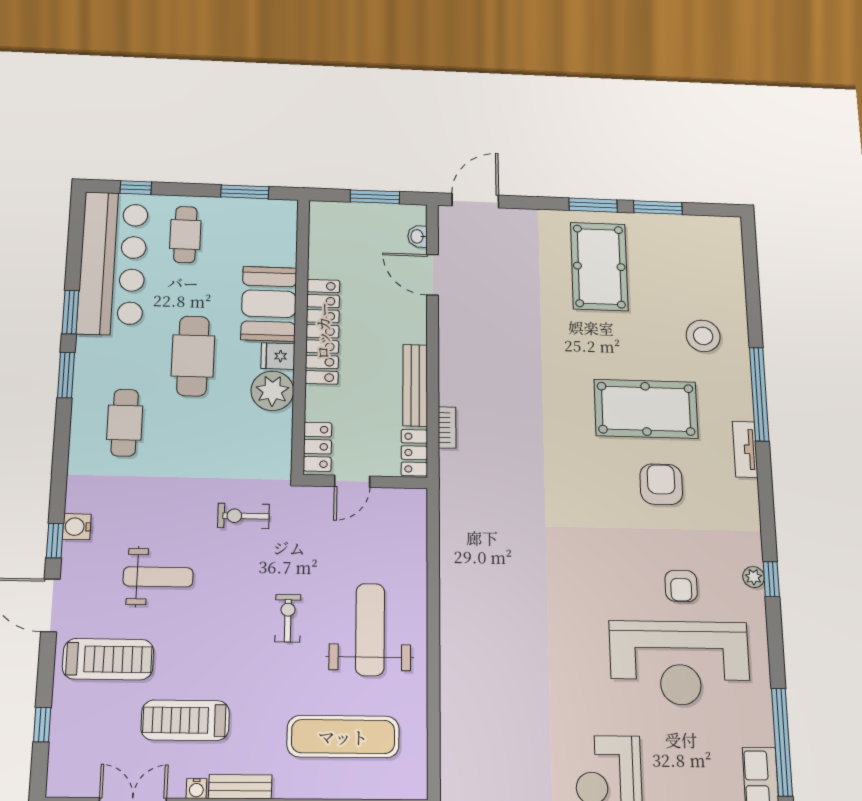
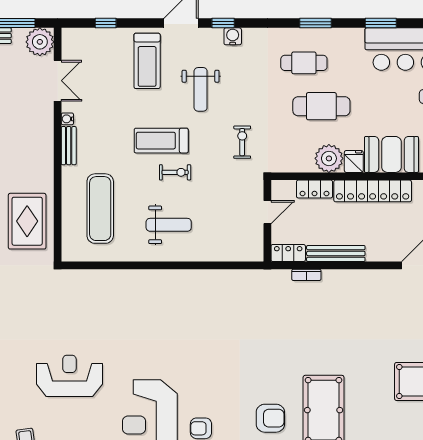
cafe table: (193, 356) -> (321, 106), moved
window: (66, 375) -> (316, 23), moved
locker: (317, 447) -> (315, 189), moved
door: (352, 481) -> (267, 212), swing flipped
weight bench: (370, 629) -> (169, 225), width x0.73, depth x0.75
treadmill: (185, 720) -> (161, 141), moved, turned -90

